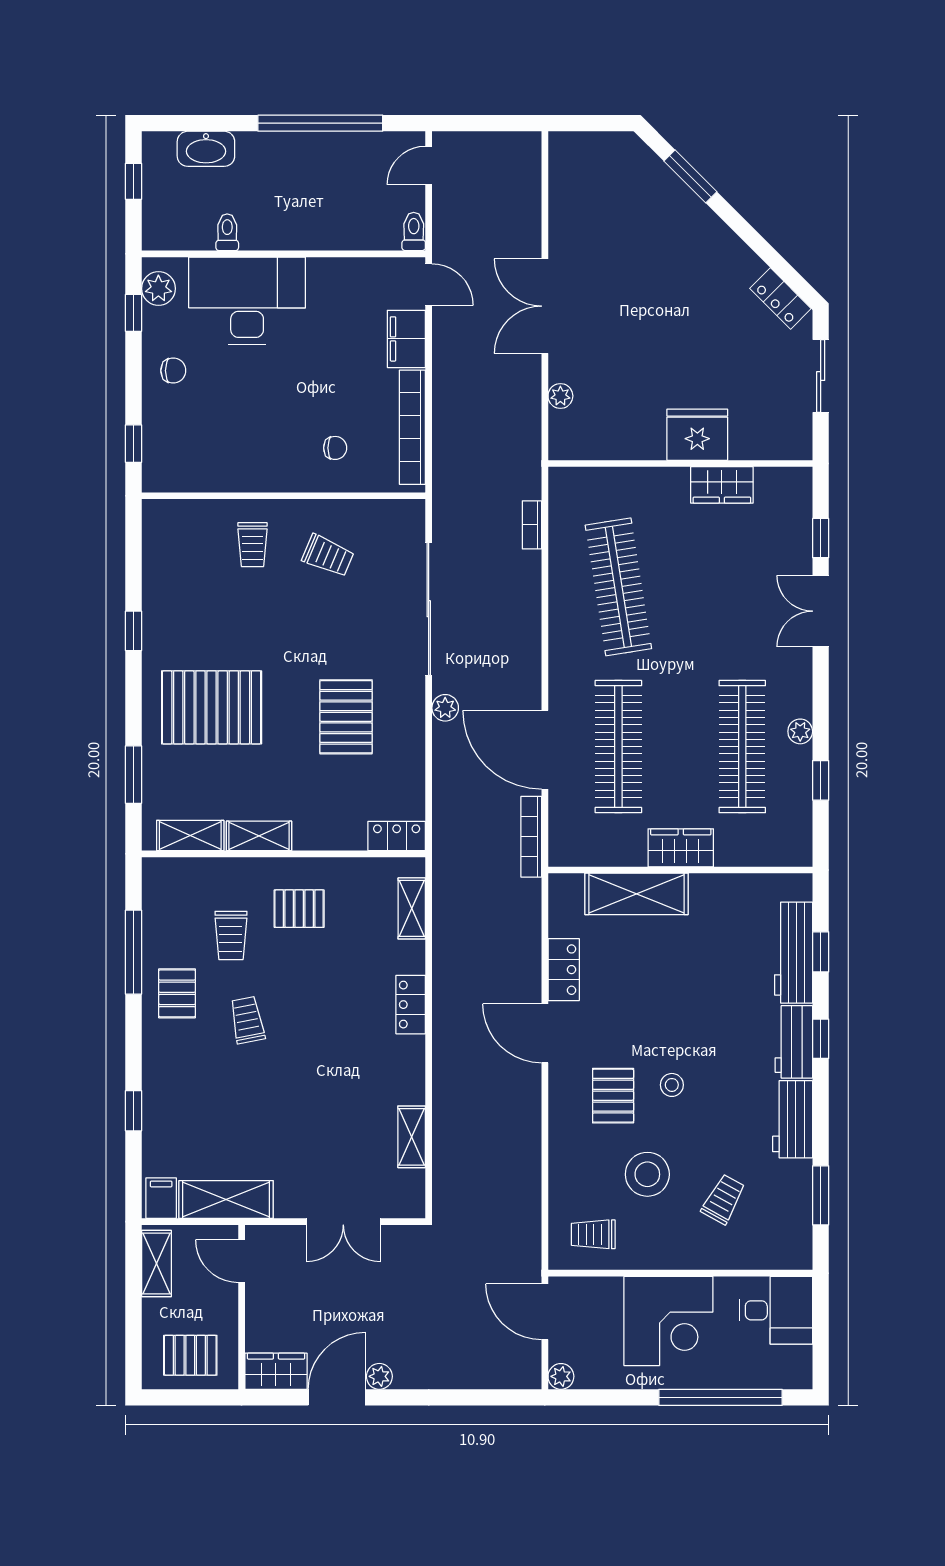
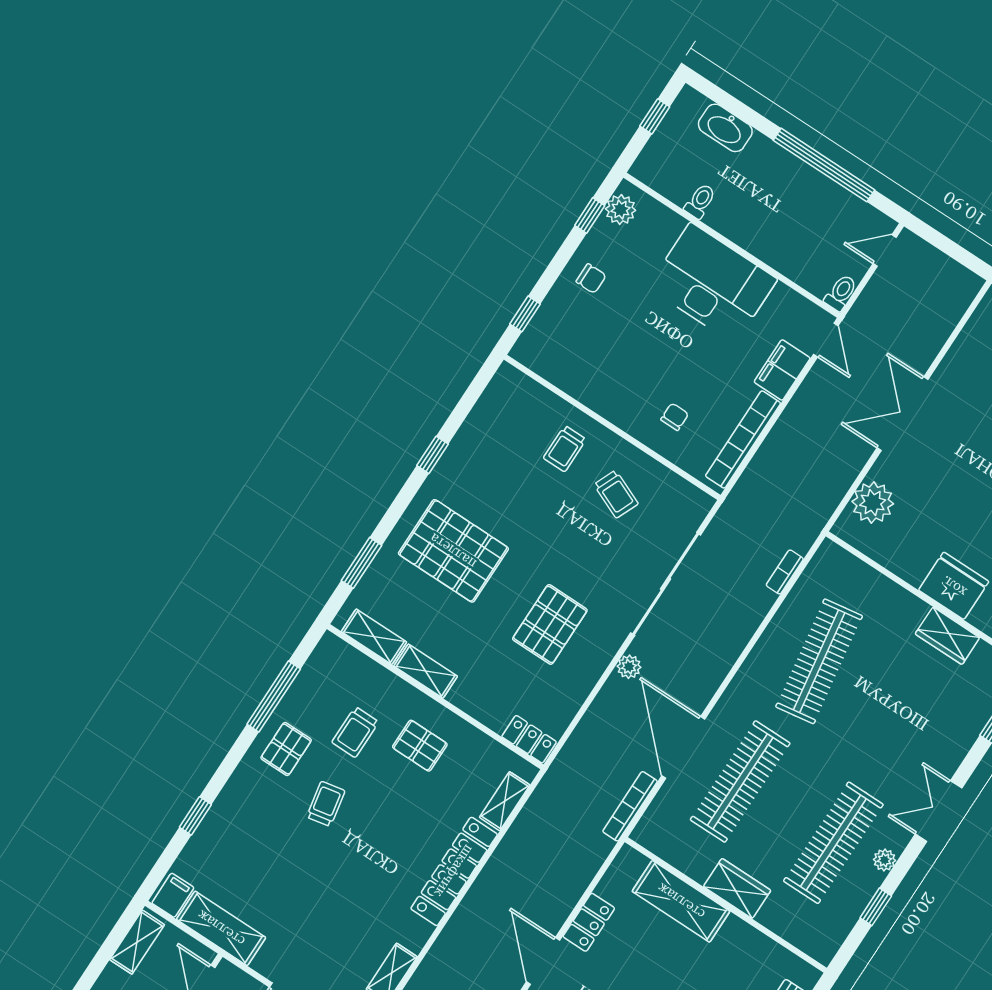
desk: (247, 301) -> (713, 283), moved
plant: (560, 396) -> (873, 503), width x1.88, depth x1.88
chair: (335, 448) -> (675, 417), turned -90
double door: (821, 611) -> (939, 811), moved
locker: (411, 1005) -> (454, 871), width x2.16, depth x1.21

